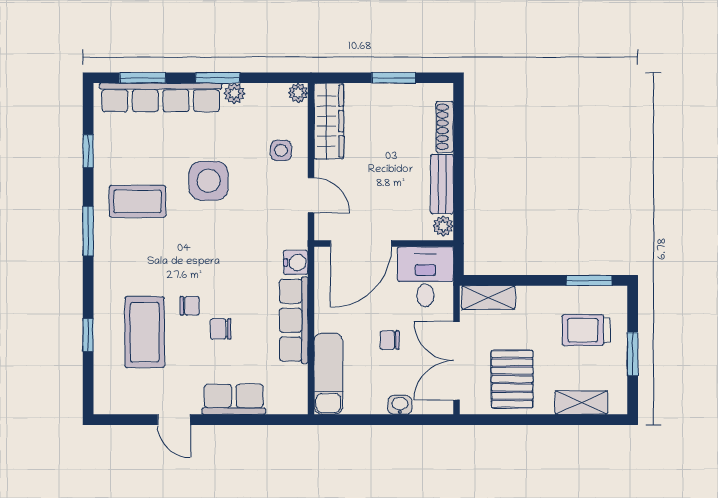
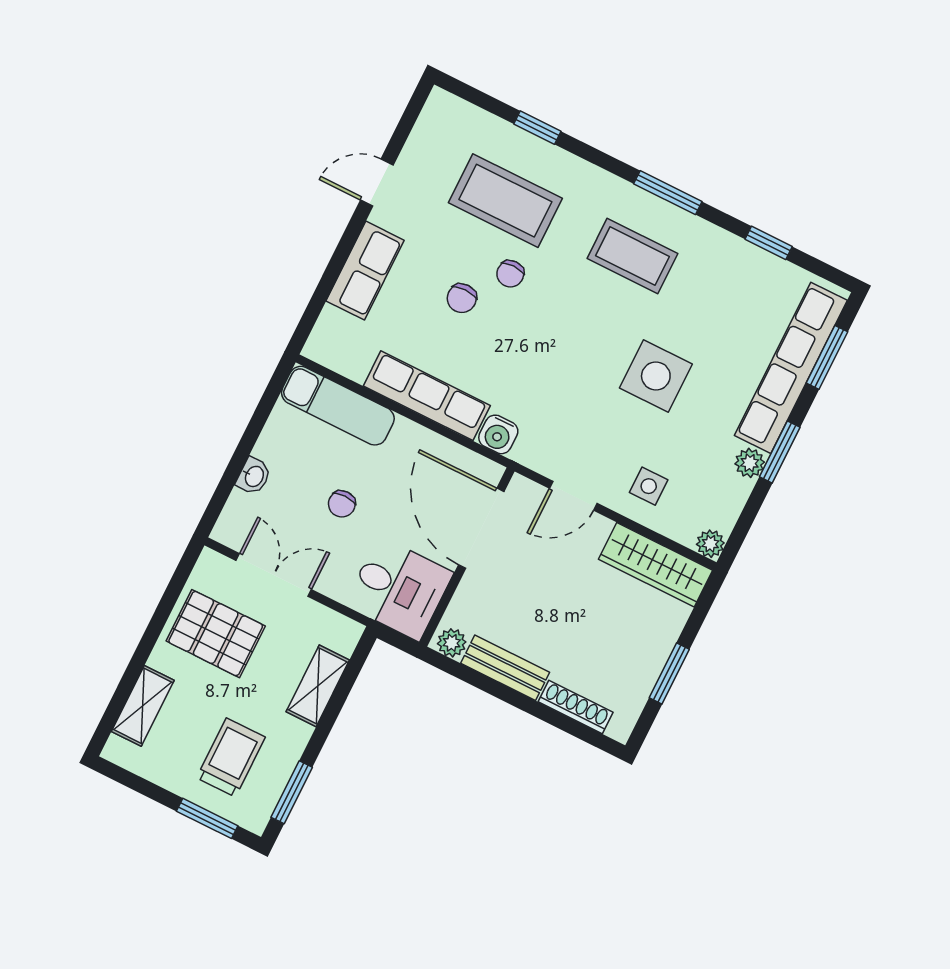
coffee table: (138, 201) -> (632, 256), moved, turned 90
shelving: (488, 298) -> (318, 686), moved
chair: (221, 329) -> (462, 298), turned 180
chair: (390, 340) -> (342, 504), turned 180
window: (633, 354) -> (207, 818), moved
double door: (456, 361) -> (274, 575), width x0.73

